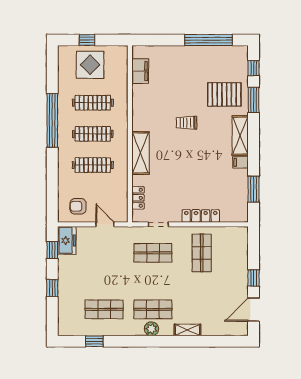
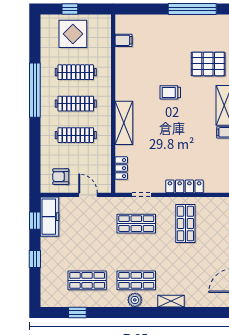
filing cabinet: (140, 71) -> (124, 40), width x0.50
freezer: (67, 240) -> (49, 217), width x1.40

